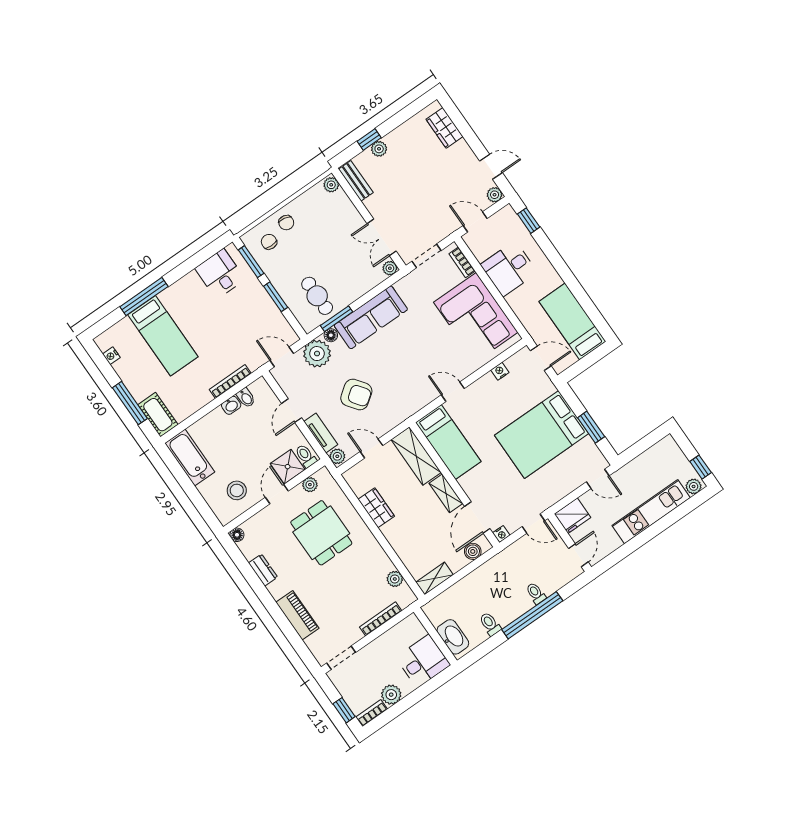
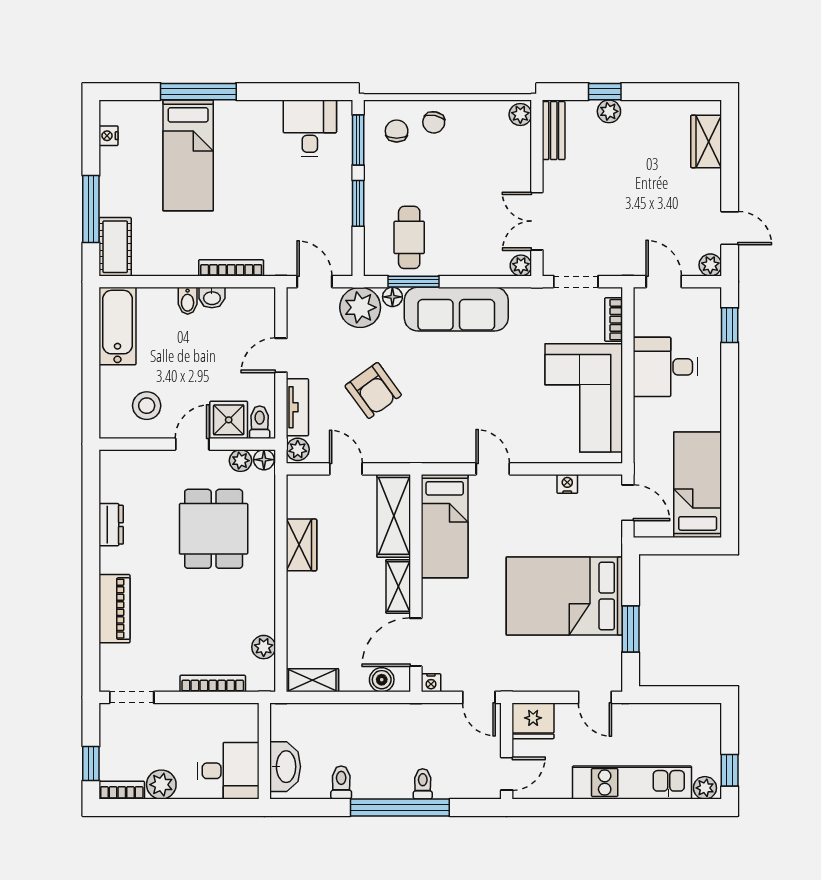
bidet: (246, 398) -> (188, 301), moved
floor lamp: (237, 535) -> (264, 460), moved

